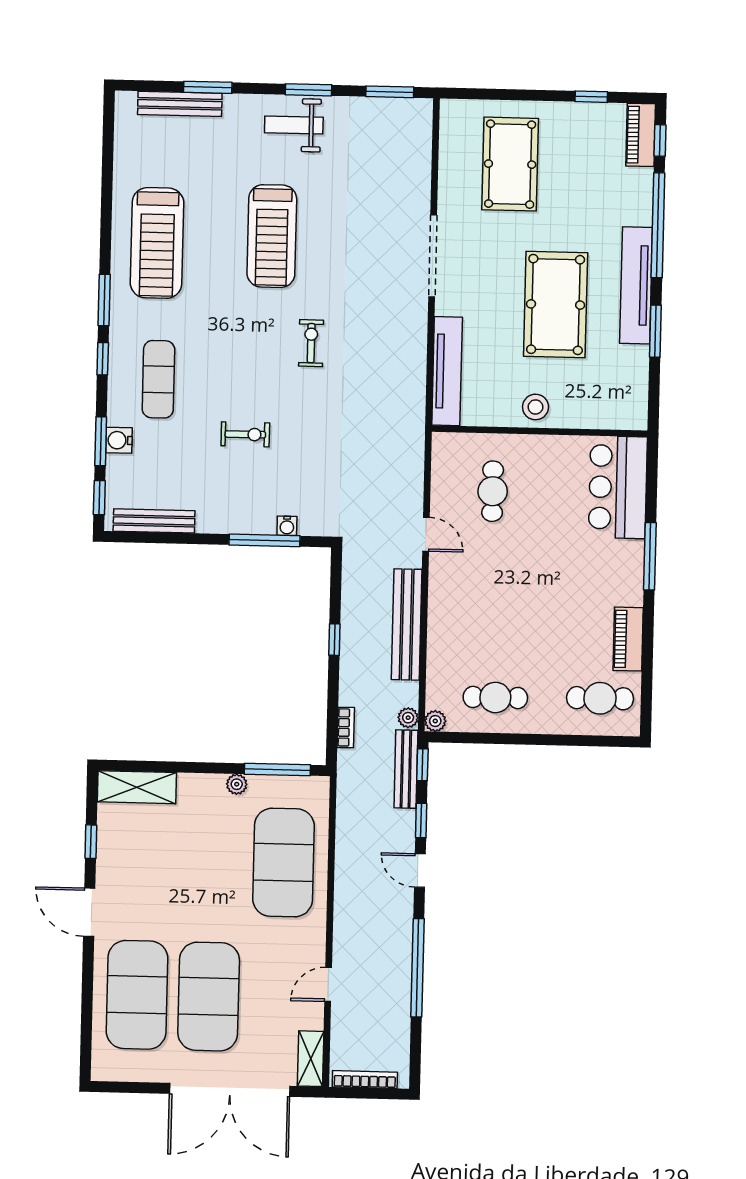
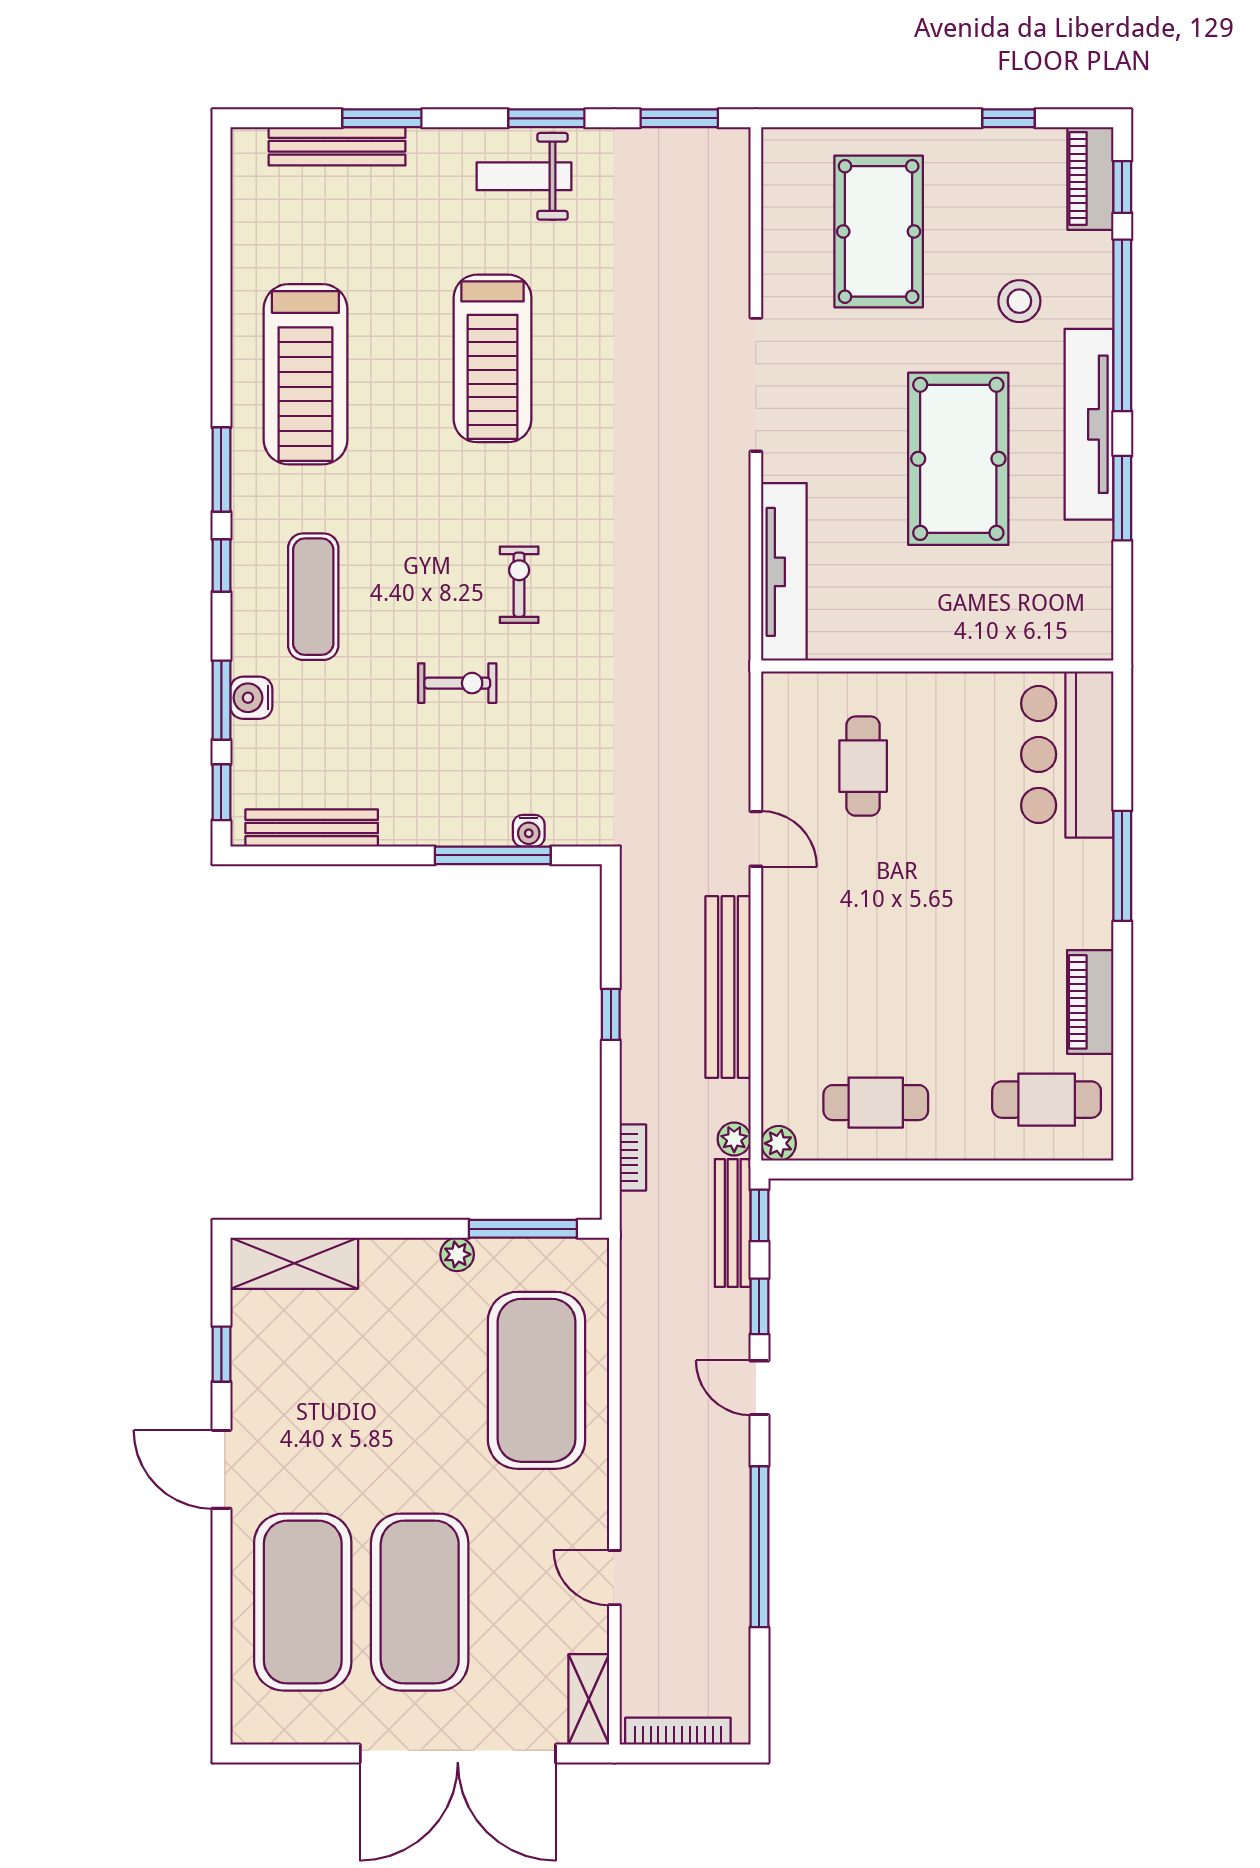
exercise bike: (311, 343) -> (519, 585), moved
stool: (536, 407) -> (1019, 301), moved
door: (328, 984) -> (614, 1578), hinge flipped

